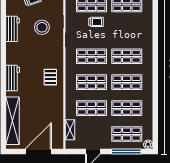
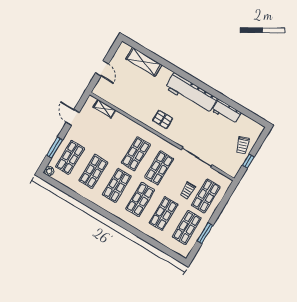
stool: (42, 27) -> (212, 139), removed
workbench: (13, 78) -> (191, 93), width x1.88, depth x1.32
shop shelf: (91, 108) -> (163, 214), moved
shelving: (12, 121) -> (144, 62), width x0.68
door: (38, 152) -> (102, 68), width x0.53
window: (126, 152) -> (55, 148), width x0.69

